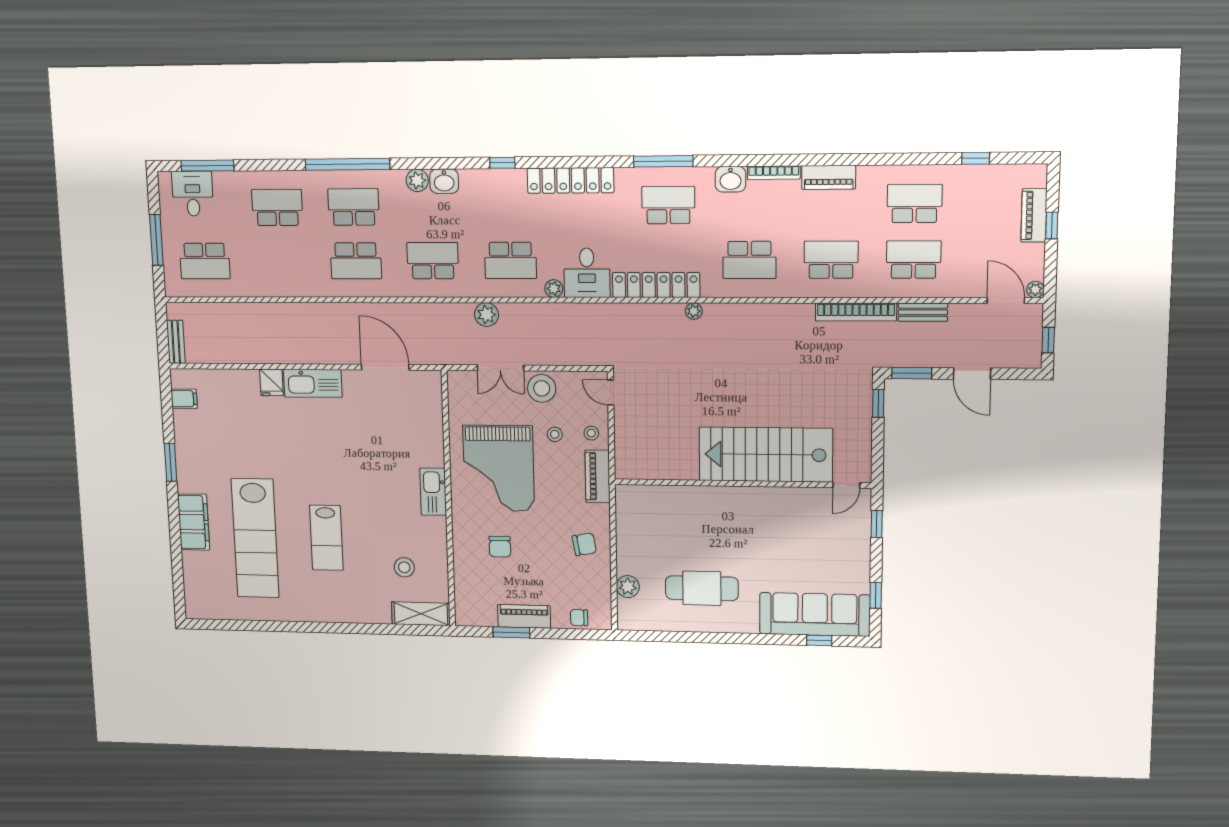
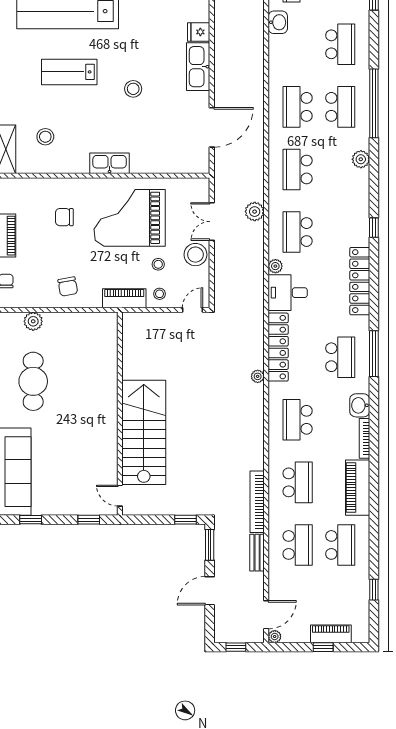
piano: (829, 177) -> (358, 488), width x1.37, depth x1.33
washbasin: (444, 181) -> (278, 22), moved, turned 180
school desk: (433, 261) -> (298, 169), turned 180
stool: (343, 462) -> (133, 89), added

